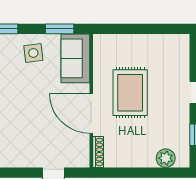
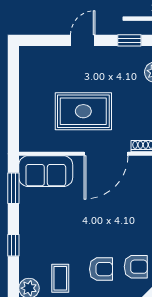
side table: (33, 53) -> (40, 217), removed

